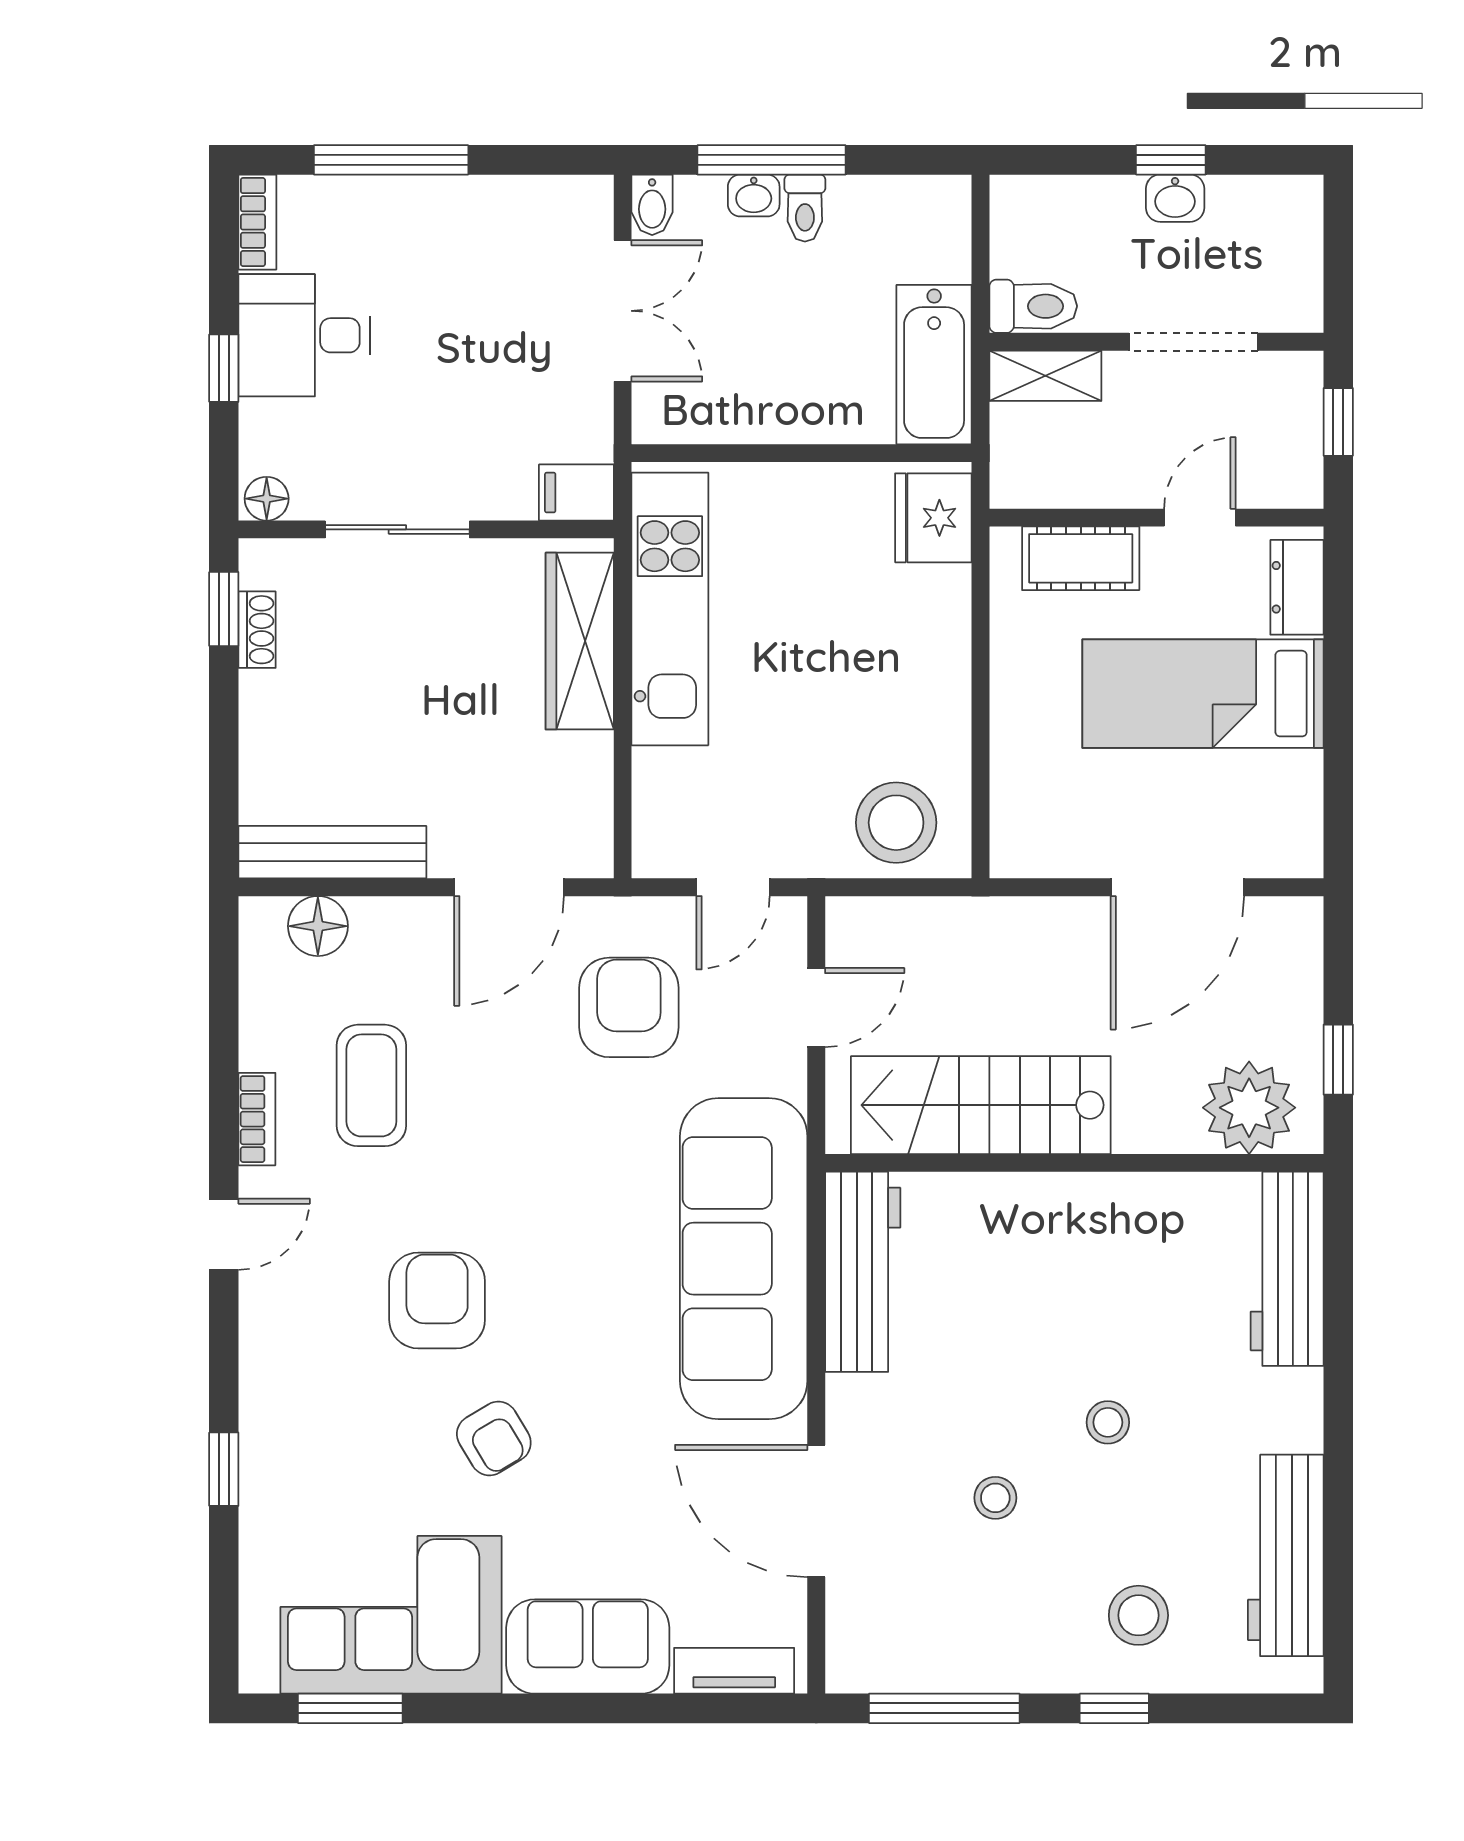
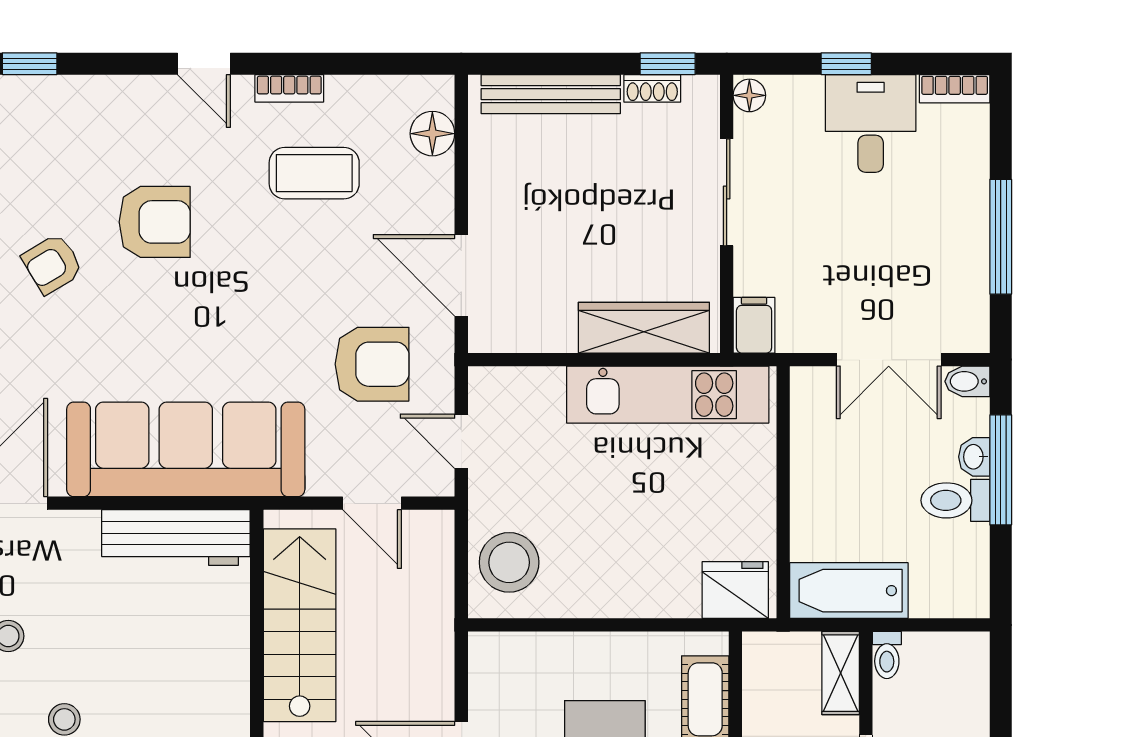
window: (391, 160) -> (1001, 237), moved
toilet: (805, 208) -> (955, 500), width x1.37, depth x1.39
toilet: (1033, 306) -> (887, 655), width x0.73, depth x0.72
bench: (332, 852) -> (551, 94), moved, turned 90

